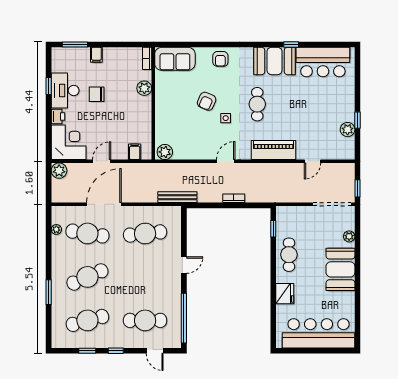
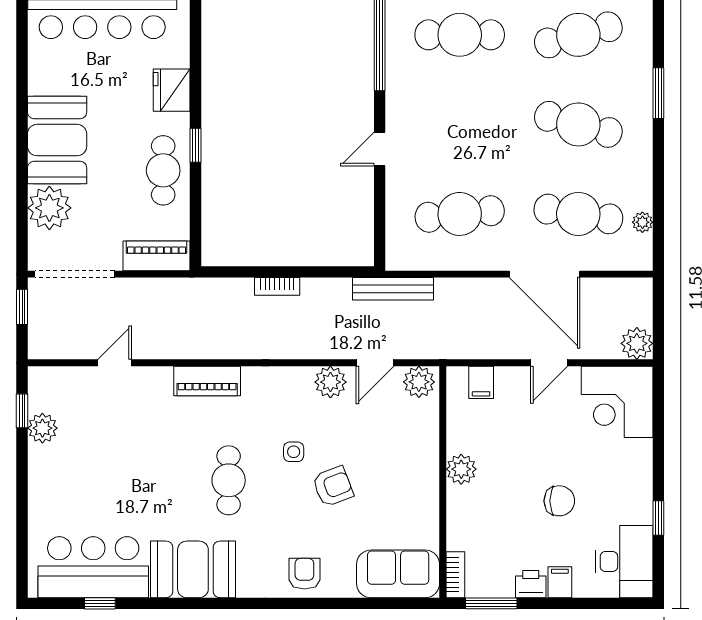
window: (75, 44) -> (491, 603), moved
window: (291, 44) -> (100, 603), moved
plant: (144, 88) -> (461, 469), moved
desk: (65, 90) -> (624, 562), moved
armchair: (207, 101) -> (333, 486), turned 45
printer: (58, 117) -> (531, 584), moved, turned 90
window: (357, 120) -> (22, 411), moved
piano: (274, 150) -> (207, 381), width x0.73, depth x0.75
plant: (208, 152) -> (330, 382), added
door: (226, 161) -> (375, 363), moved
door: (104, 204) -> (545, 274), hinge flipped
piano: (292, 213) -> (157, 256), added
window: (273, 229) -> (196, 145), moved
plant: (349, 236) -> (49, 208), width x1.88, depth x1.88
cafe table: (87, 277) -> (578, 124), turned 39

